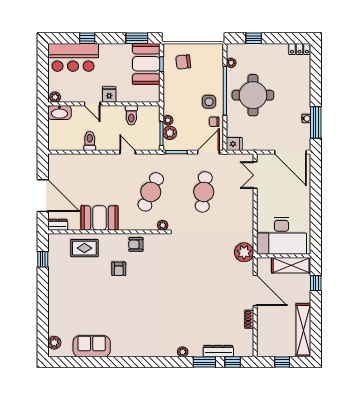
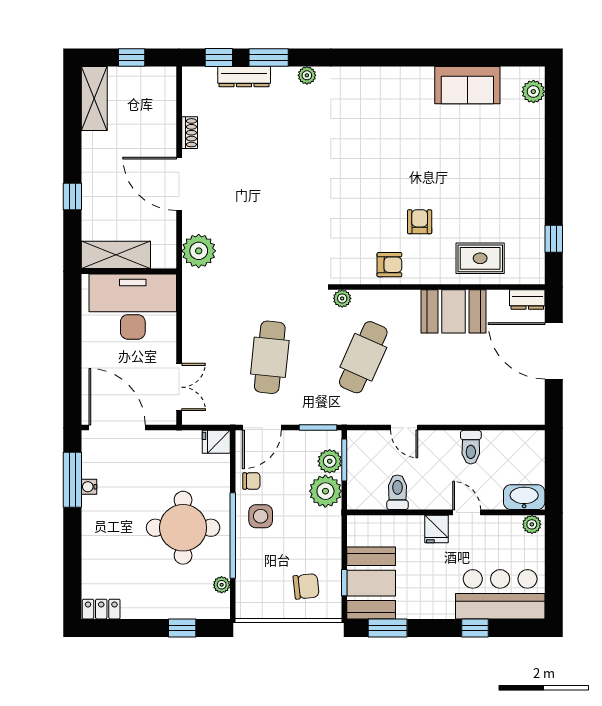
plant: (168, 120) -> (325, 491), width x1.88, depth x1.88
desk: (282, 236) -> (133, 307), moved
wall: (284, 256) -> (129, 271), moved
shelving: (291, 265) -> (116, 255), moved
shelving: (303, 330) -> (94, 98), width x0.68

